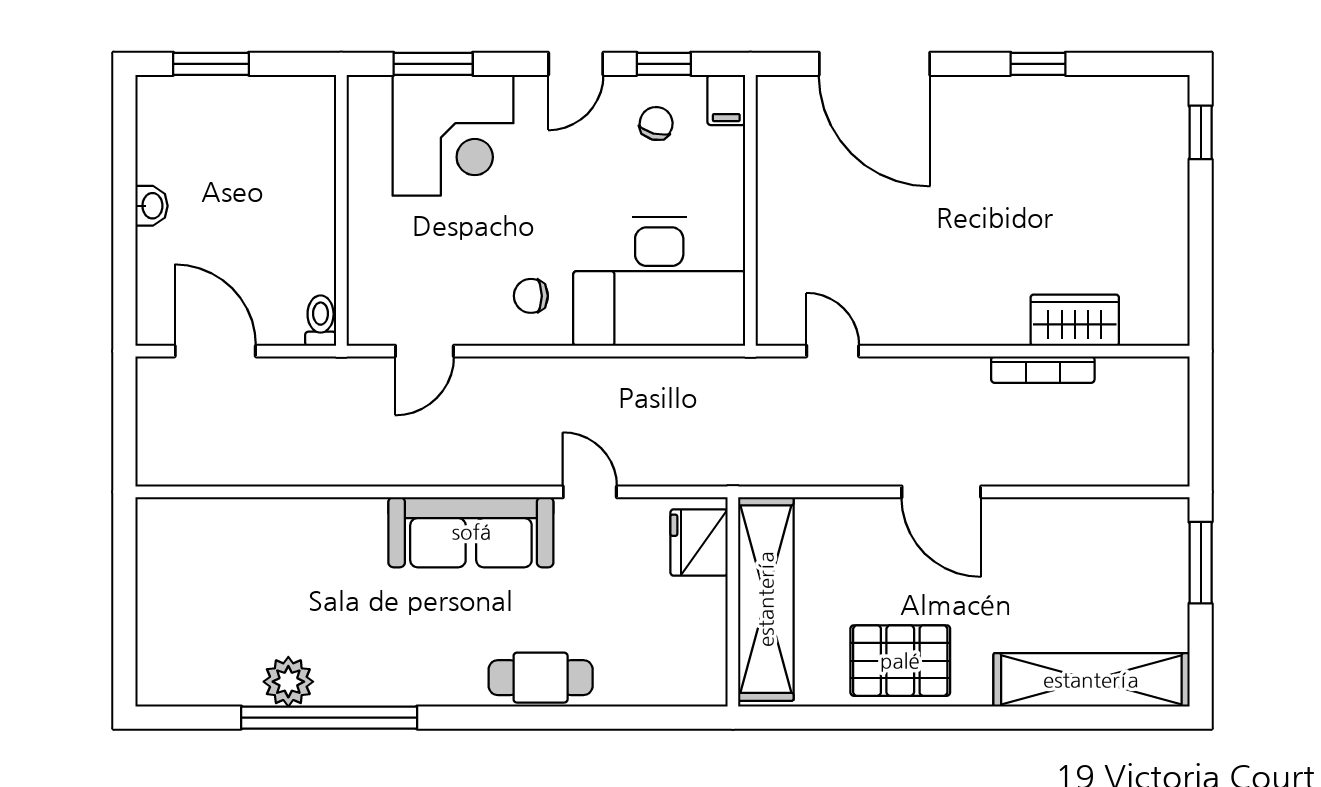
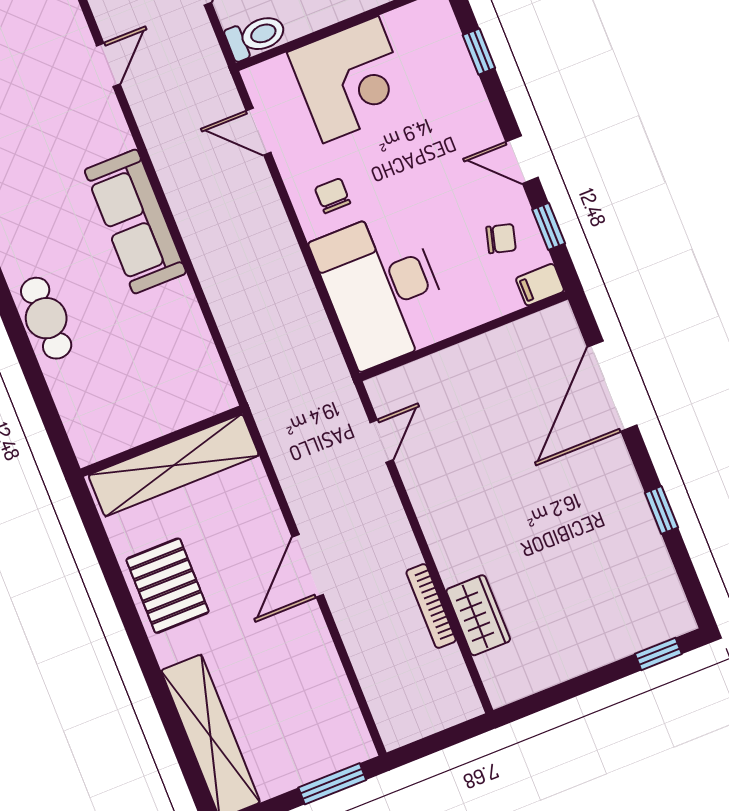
window: (433, 64) -> (479, 52), width x0.67
corner desk: (453, 135) -> (351, 80), moved, turned -90
toilet: (321, 321) -> (256, 36), width x1.37, depth x1.39
door: (590, 492) -> (108, 65), moved
fridge: (699, 543) -> (196, 397), removed

